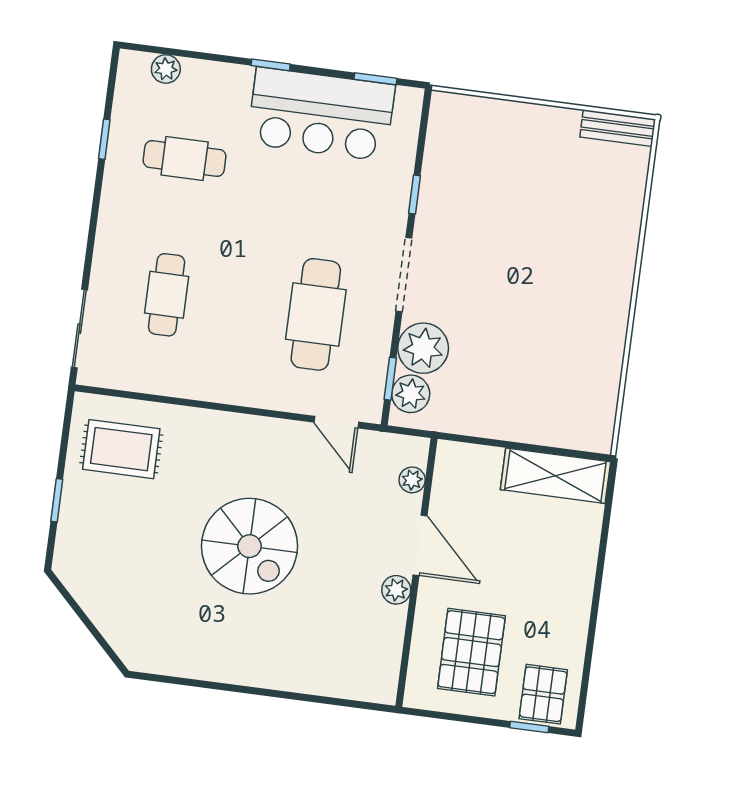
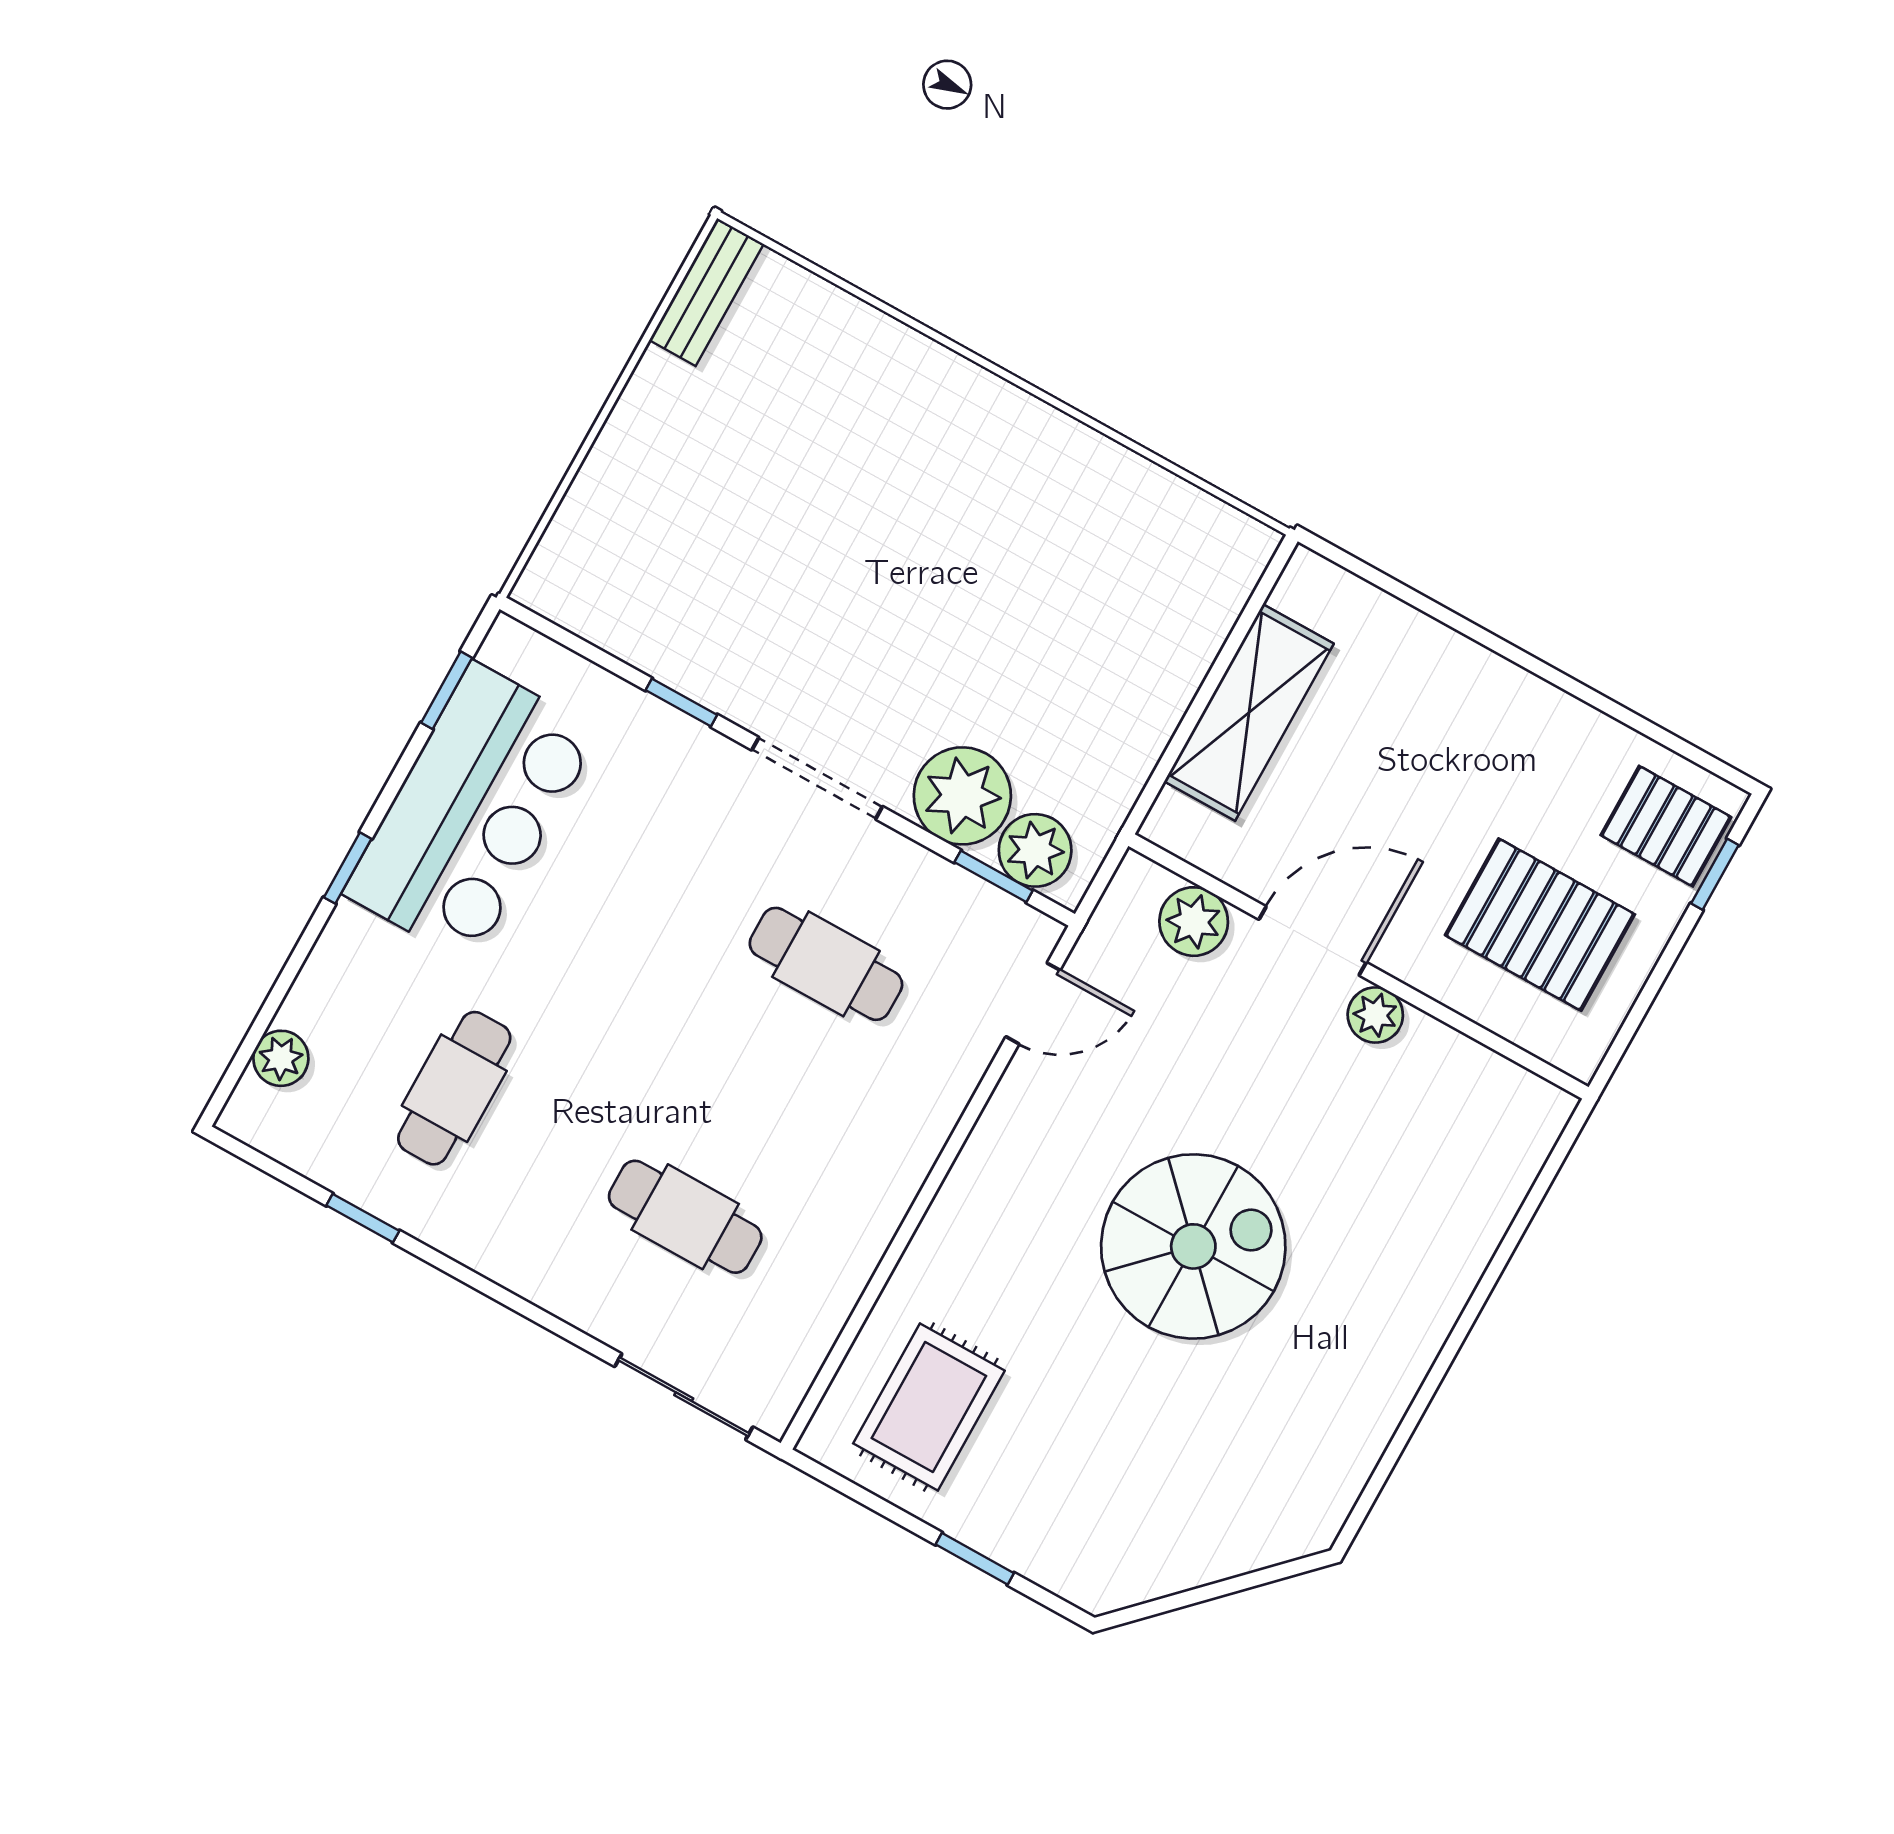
cafe table: (316, 314) -> (826, 964), width x0.73, depth x0.74
shelving: (555, 476) -> (1249, 712), moved
plant: (412, 480) -> (1194, 922), width x1.38, depth x1.38

